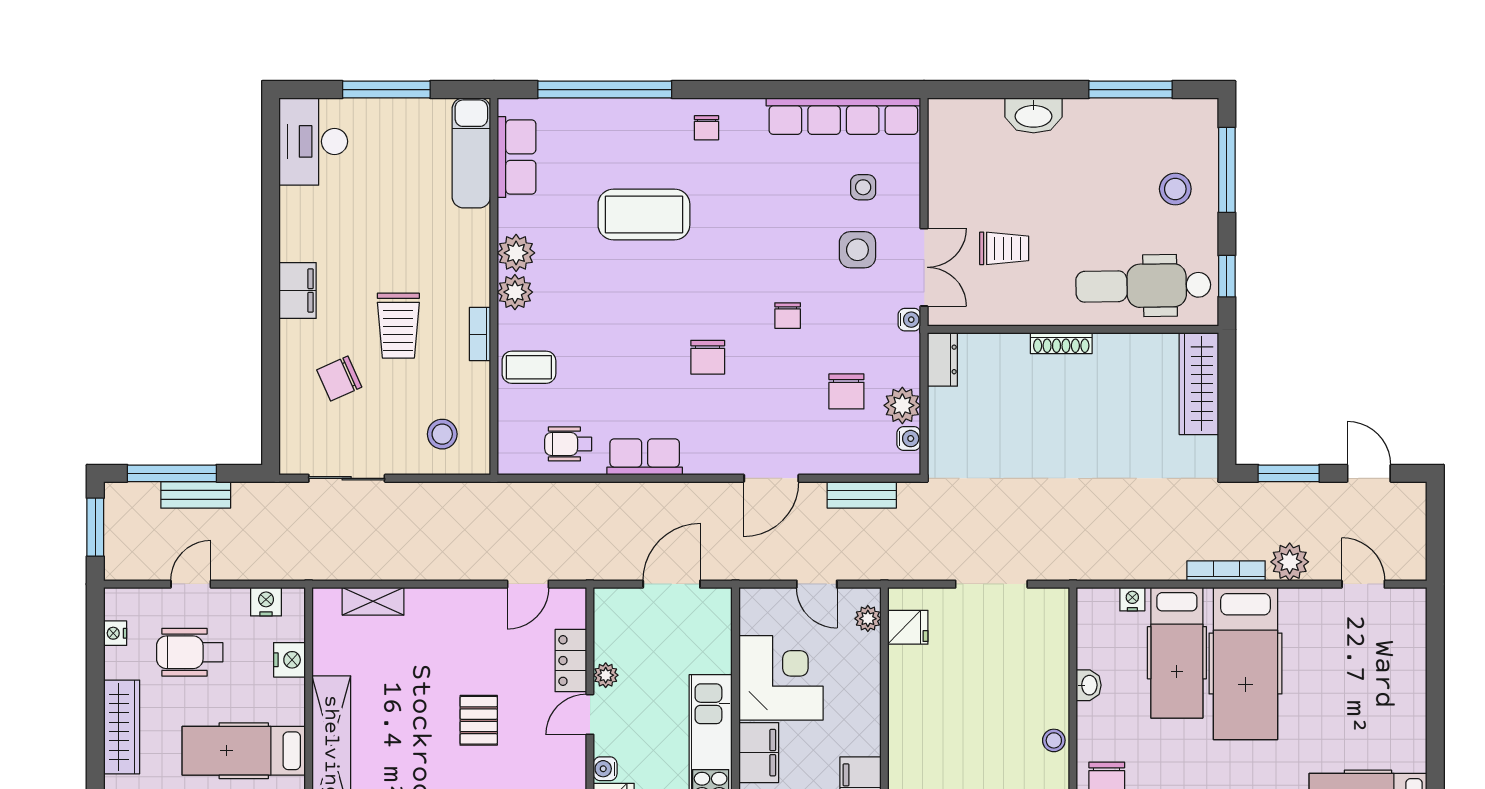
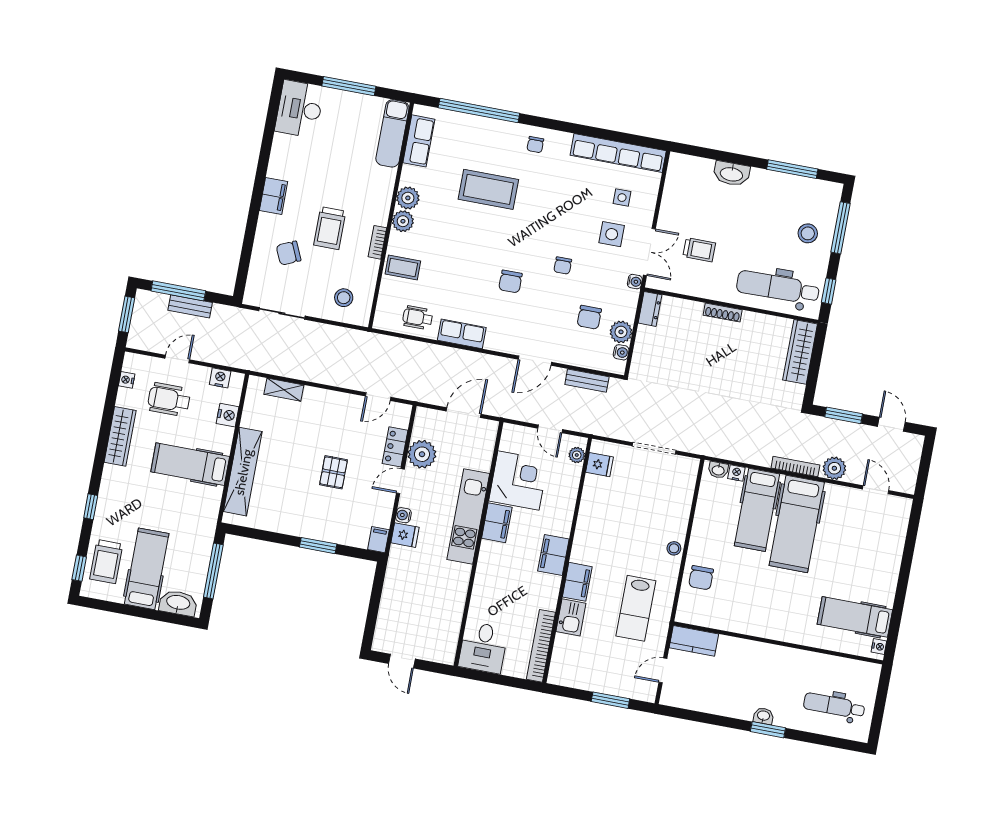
plant: (606, 675) -> (422, 454), width x1.88, depth x1.88
washbasin: (1089, 685) -> (718, 470), moved, turned 90

